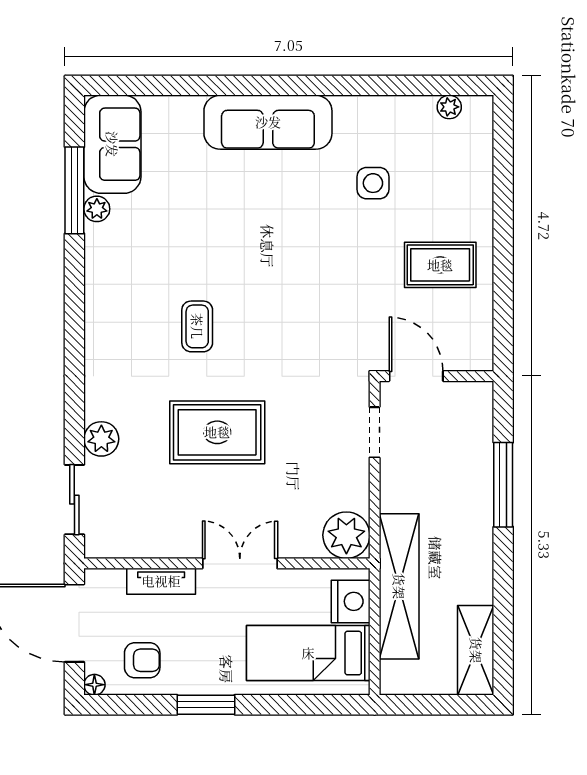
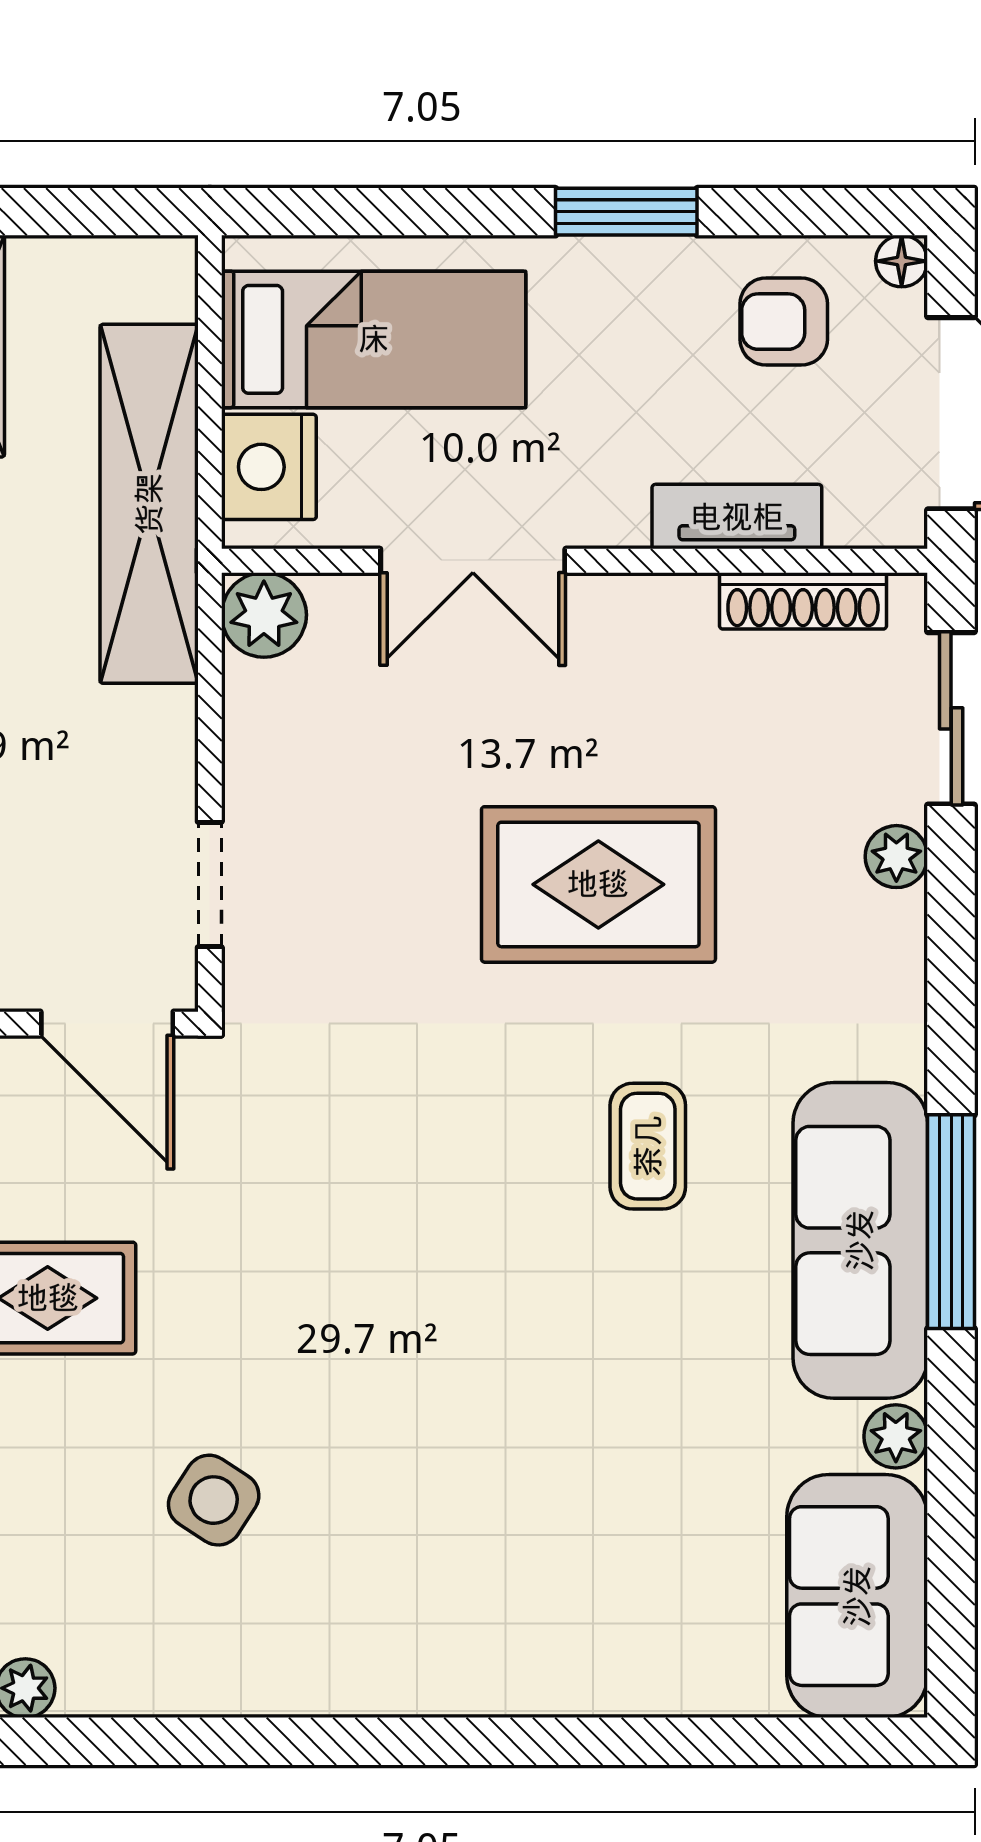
sofa: (268, 122) -> (860, 1240), moved, turned -90
side table: (373, 183) -> (214, 1500), turned 33
window: (74, 190) -> (951, 1222), moved
plant: (101, 439) -> (896, 857), width x0.73, depth x0.73
plant: (346, 535) -> (264, 615), width x0.73, depth x0.73
shoe rack: (134, 547) -> (803, 601), added
double door: (240, 563) -> (473, 561), moved

